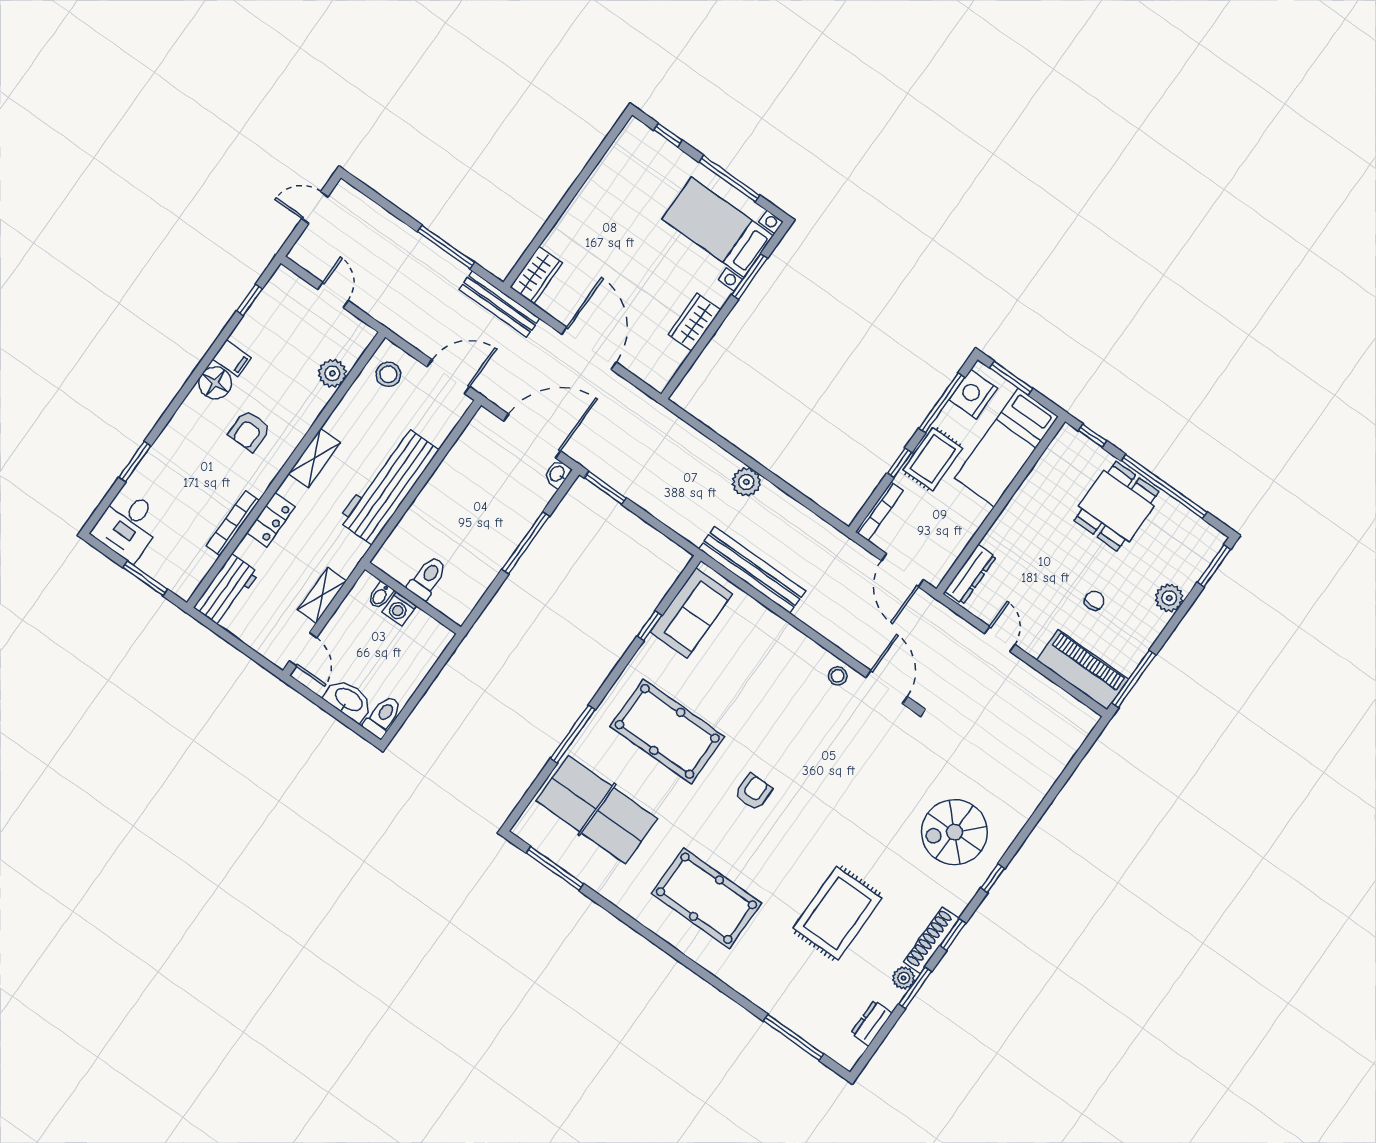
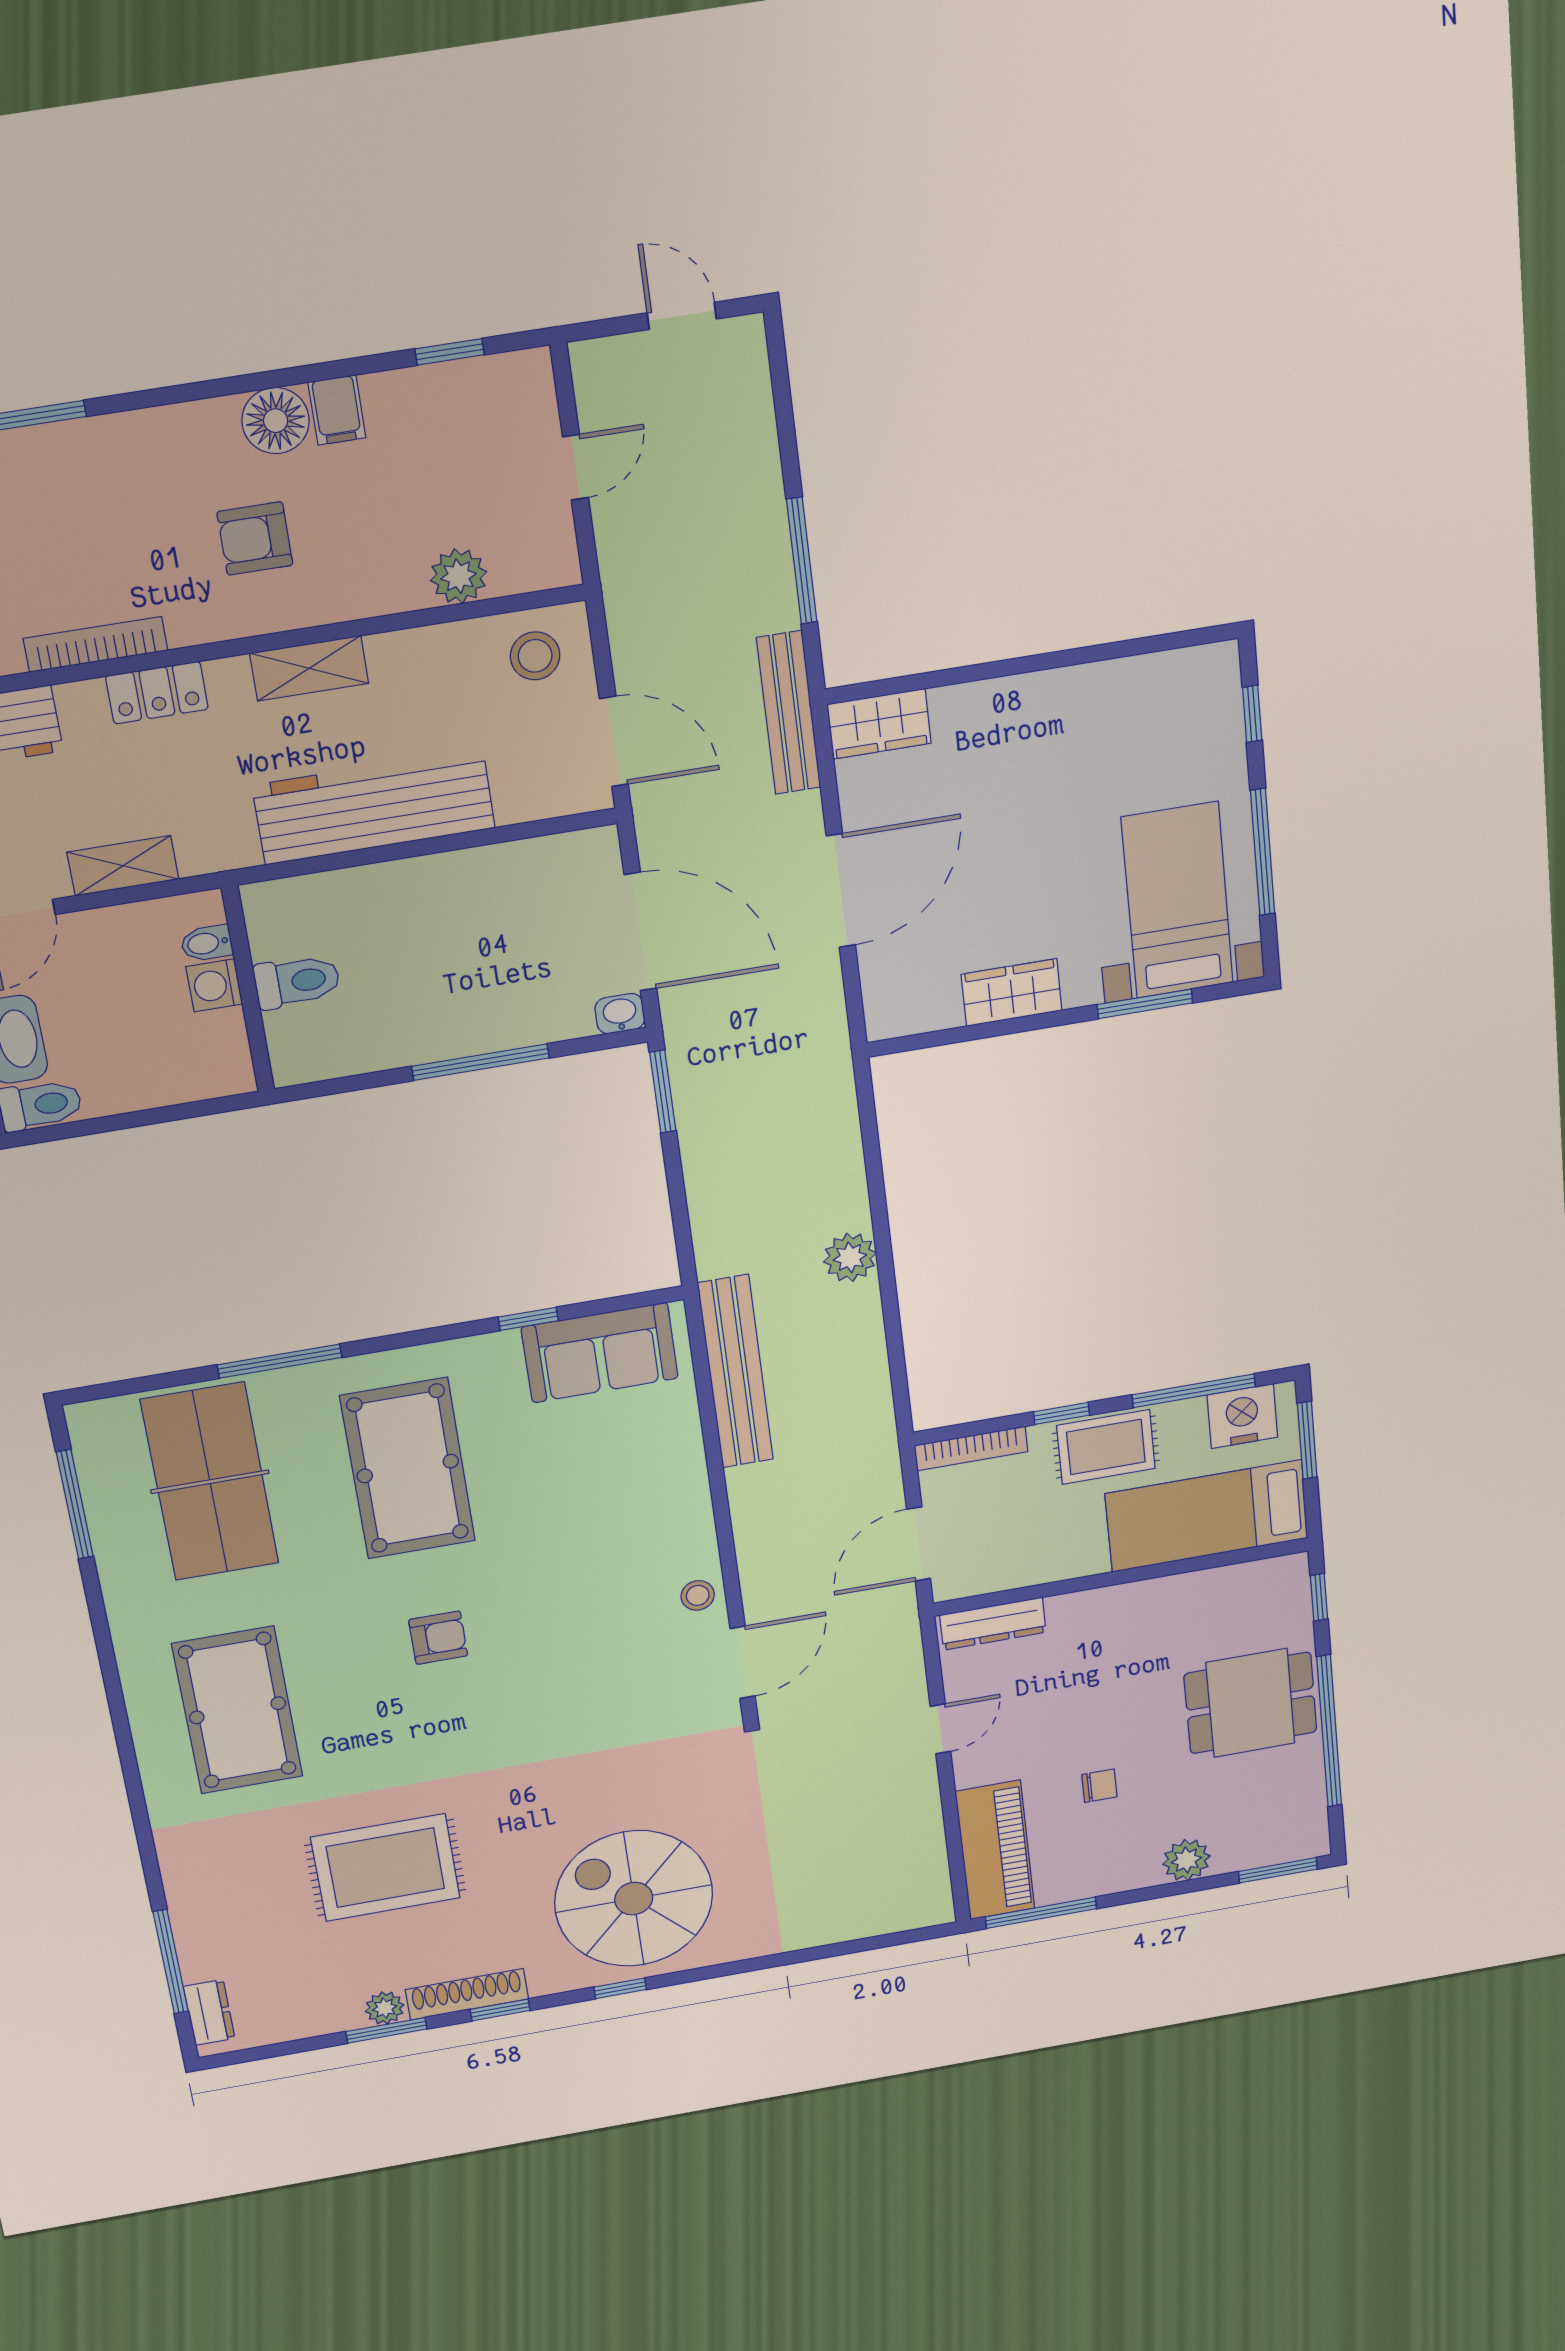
spiral stairs: (954, 832) -> (634, 1899), width x1.37, depth x1.37
dresser: (871, 1023) -> (209, 2012), moved, turned 90

